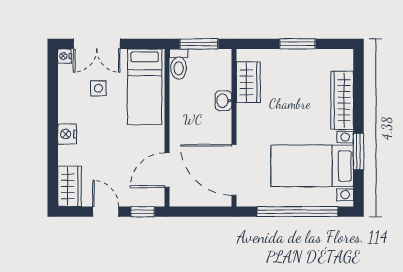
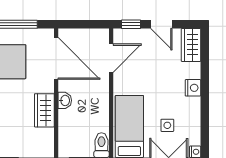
wardrobe: (248, 82) -> (44, 110), moved
washbasin: (223, 101) -> (65, 100), moved

